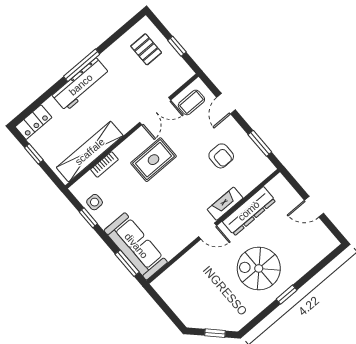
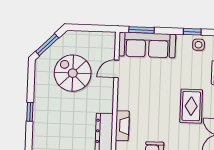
door: (208, 231) -> (116, 69), moved
spiral stairs: (259, 268) -> (73, 73), moved, turned -90
window: (215, 333) -> (47, 45), width x1.50

